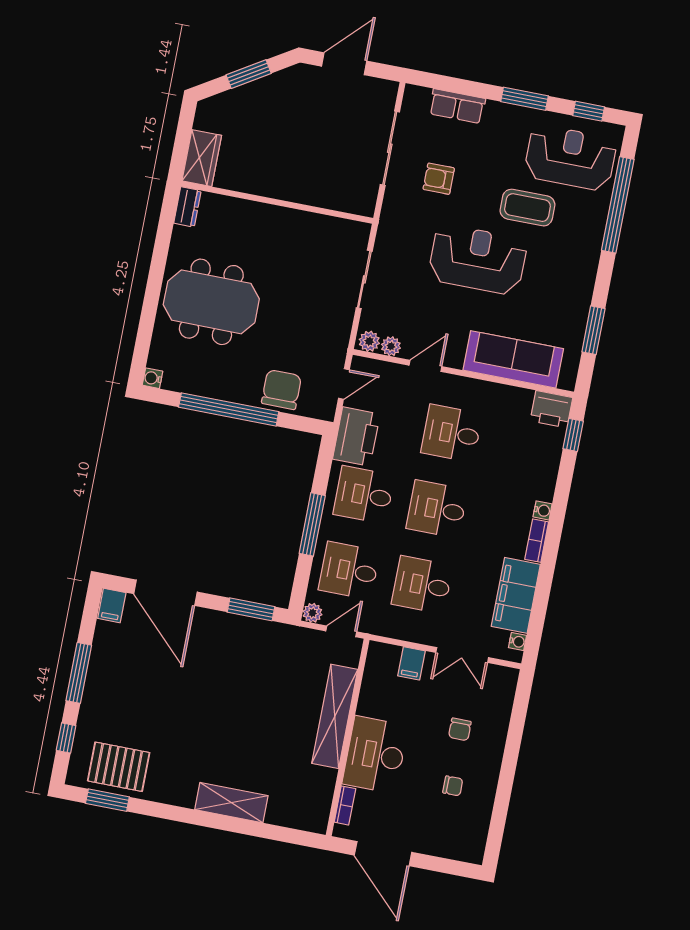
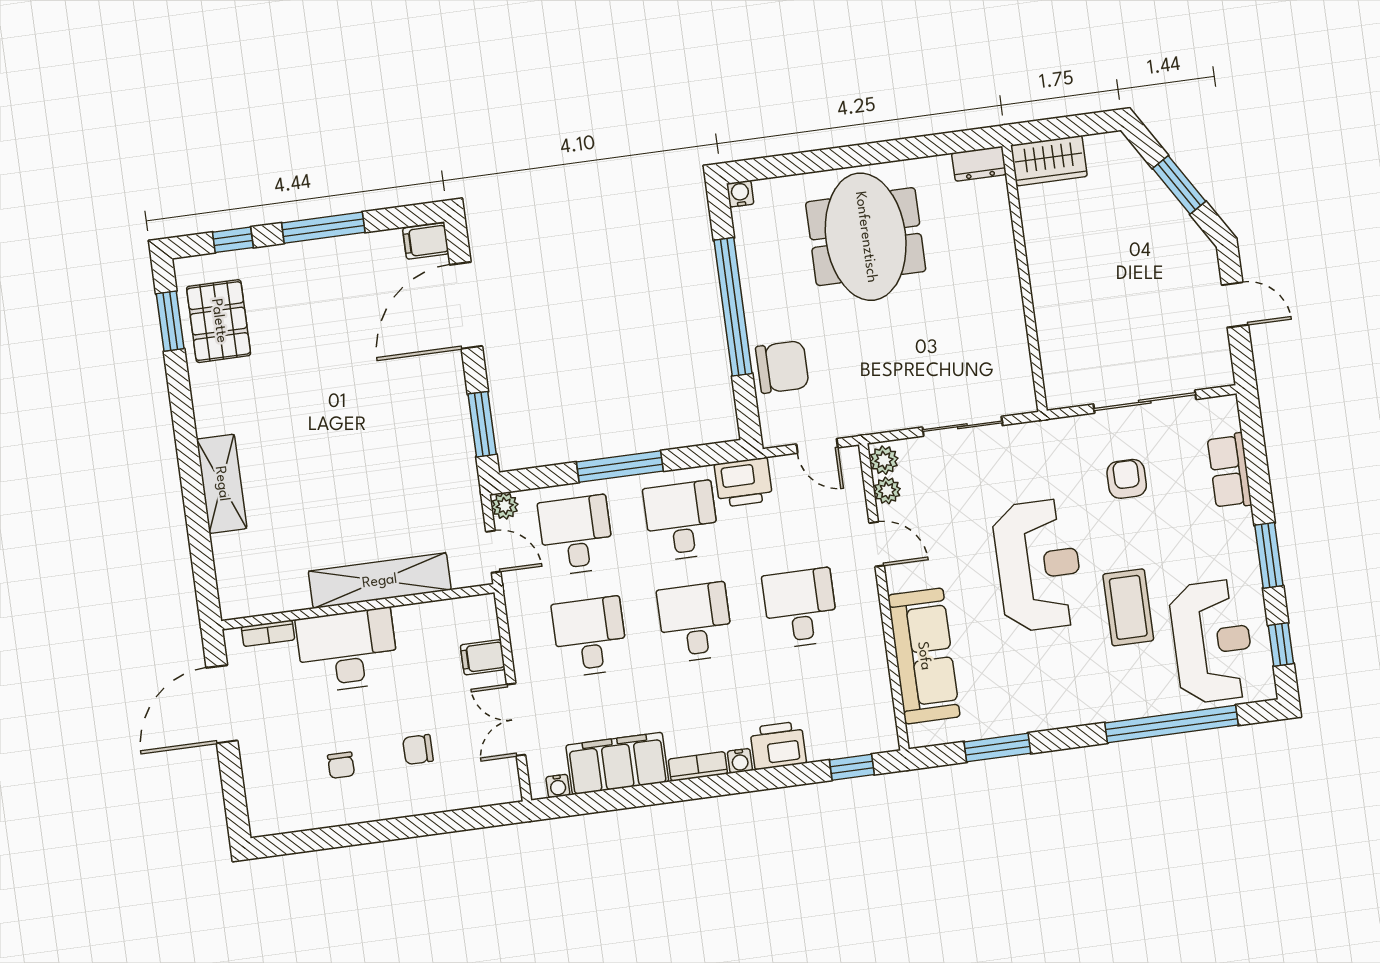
door: (344, 64) -> (1235, 305), width x0.73
printer: (551, 409) -> (778, 745), moved, turned 90
printer: (356, 437) -> (744, 482), width x0.73, depth x0.84

